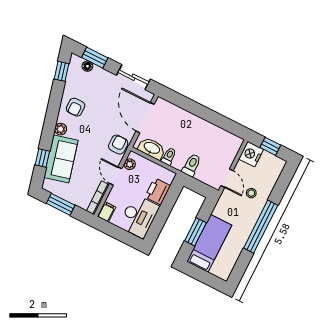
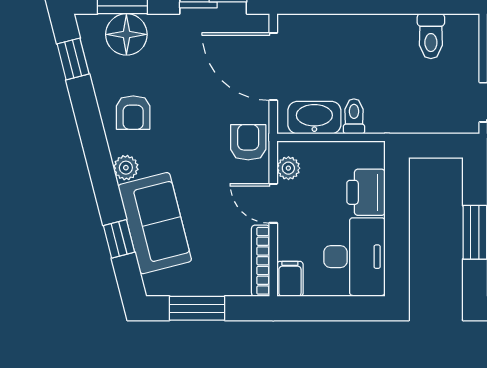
floor lamp: (87, 66) -> (126, 34), width x1.89, depth x1.89
toilet: (192, 165) -> (431, 36), moved, turned 180

